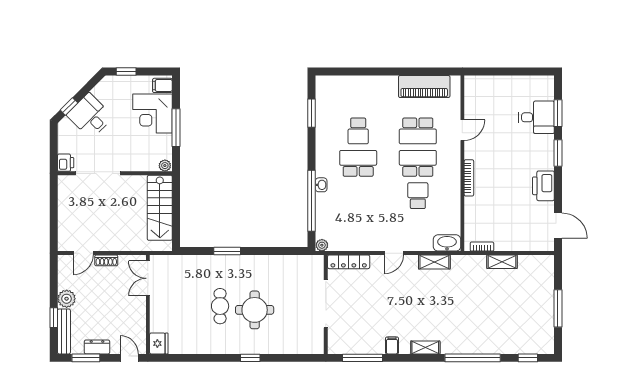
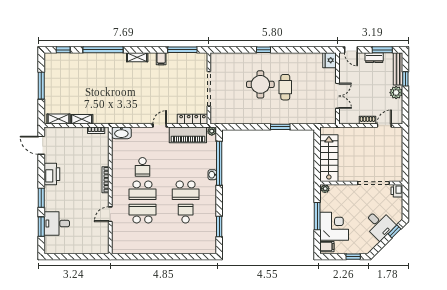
piano: (424, 87) -> (188, 135), moved, turned 180
shelving: (434, 262) -> (59, 119), moved
double door: (148, 278) -> (337, 96), moved

